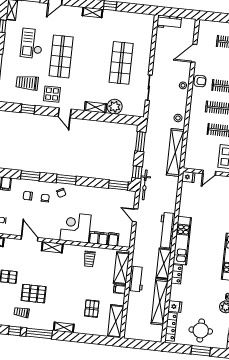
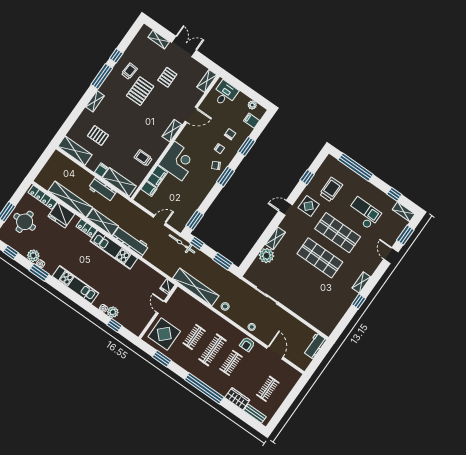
shop shelf: (121, 63) -> (320, 258), moved
fridge: (175, 307) -> (61, 215), width x1.88, depth x1.34

